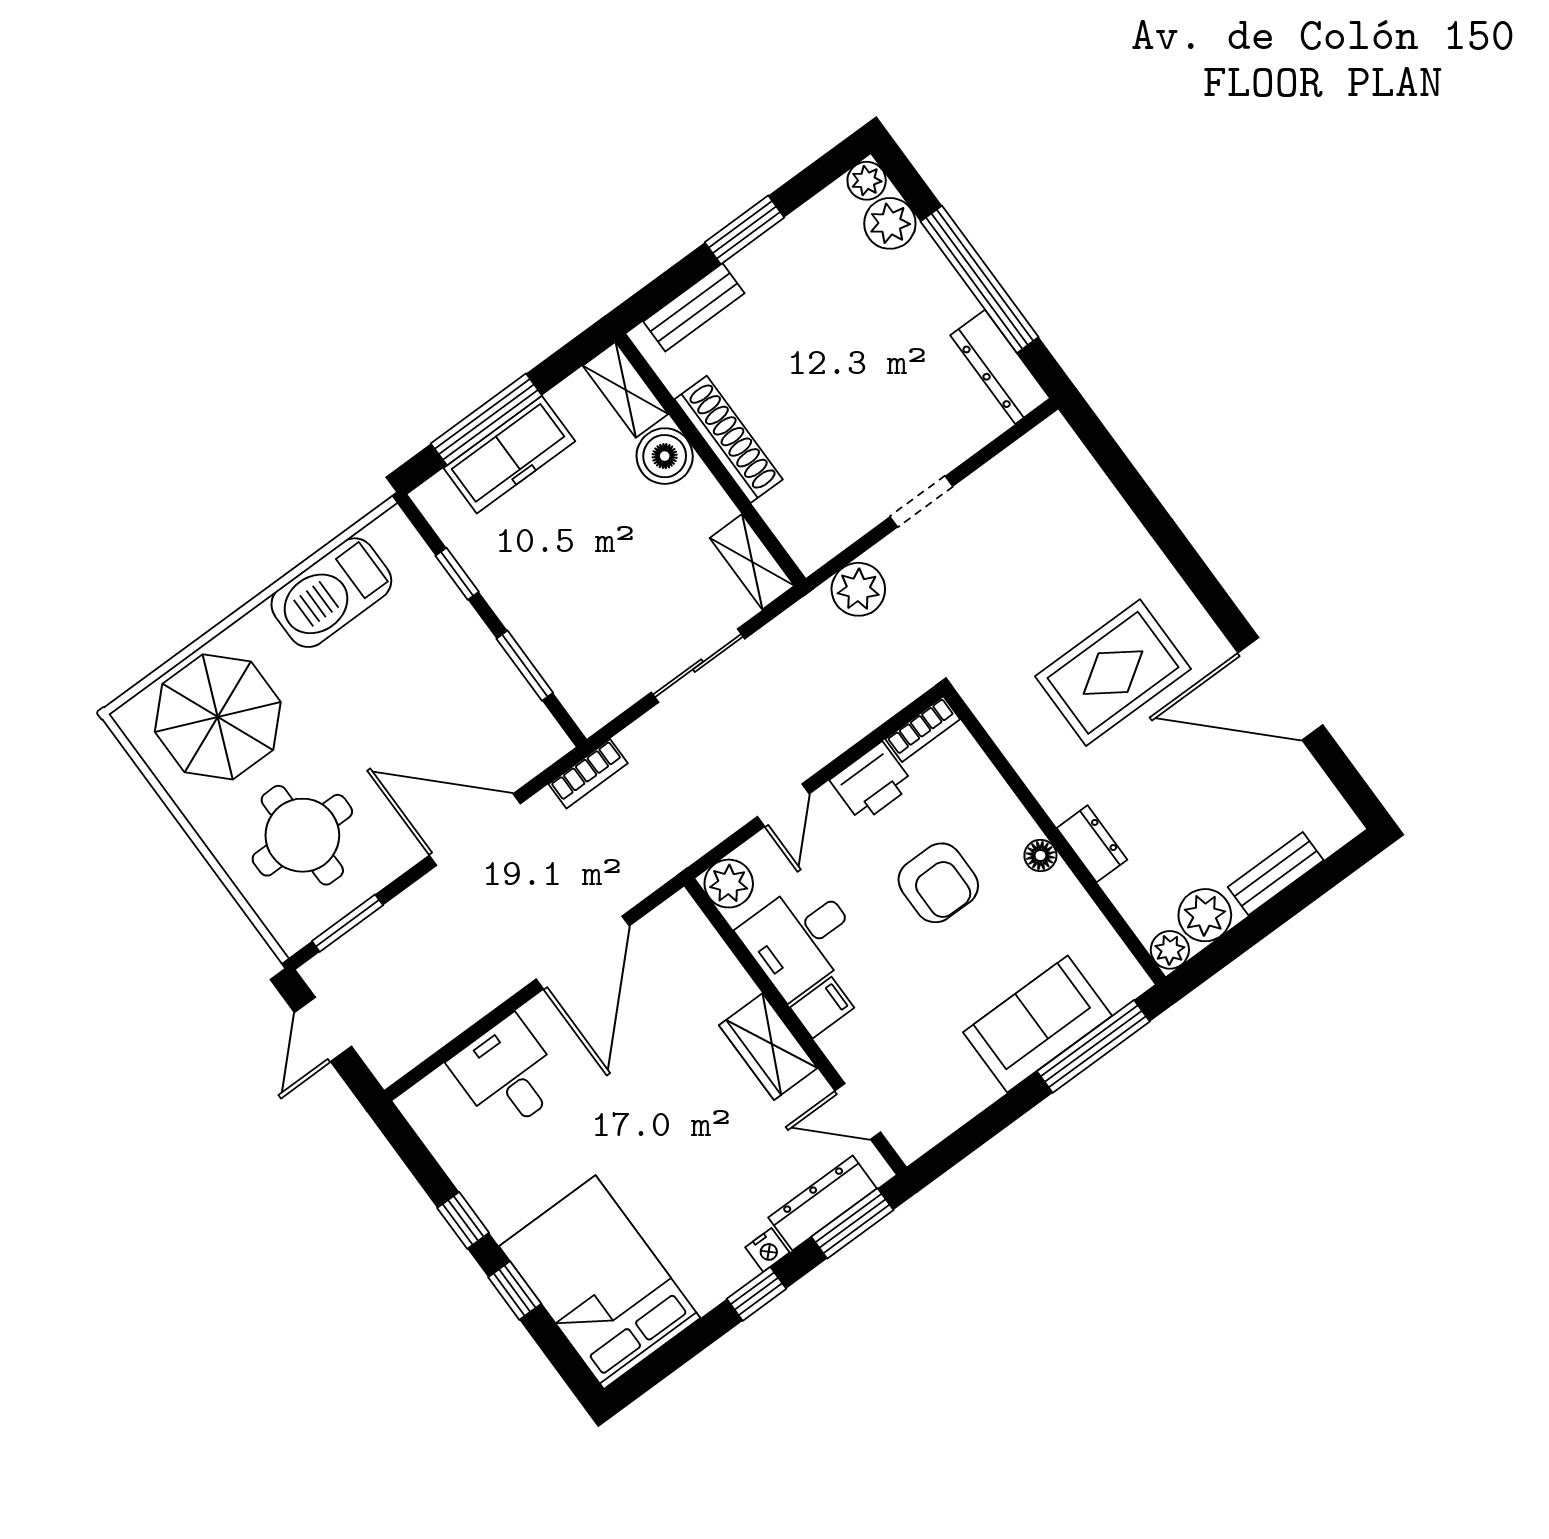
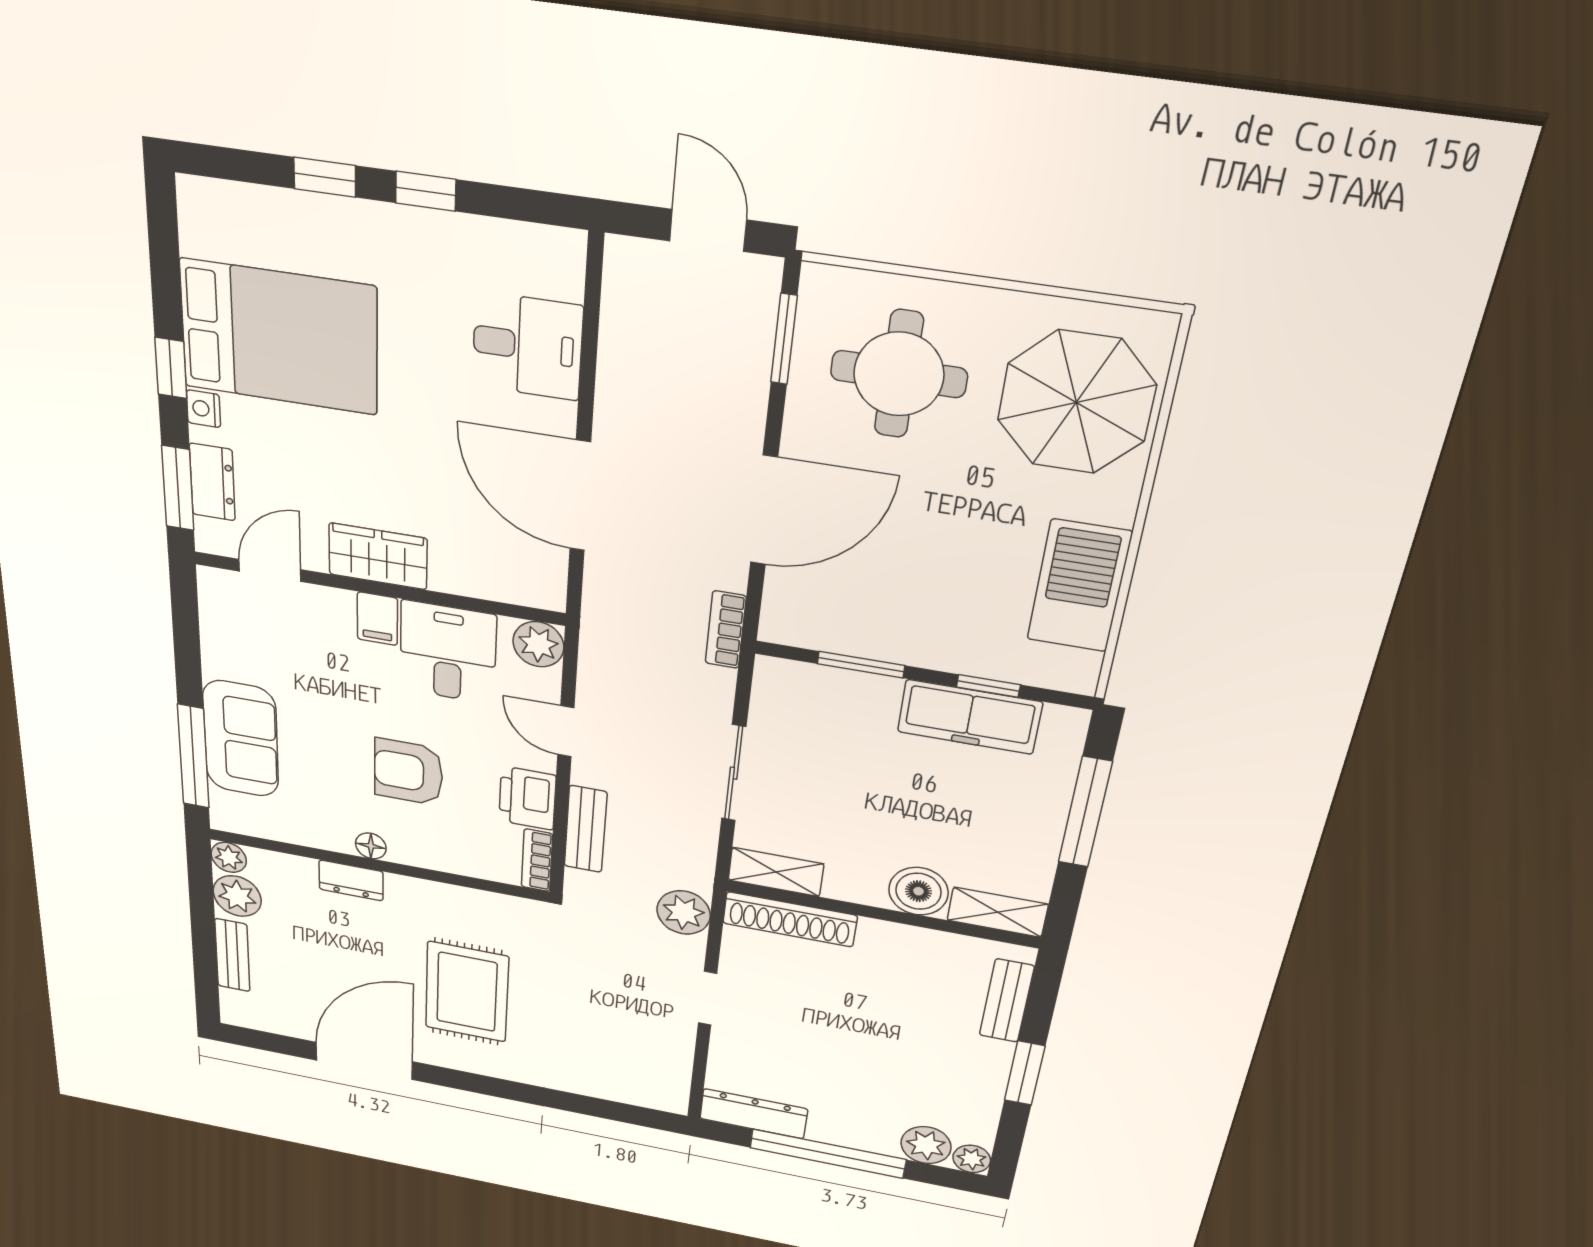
shoe rack: (729, 439) -> (790, 919), moved
freezer: (509, 455) -> (970, 717), moved, turned -90
bench: (856, 720) -> (586, 829), added
dresser: (823, 1203) -> (212, 482), width x0.70
bed: (600, 1282) -> (279, 337), moved

